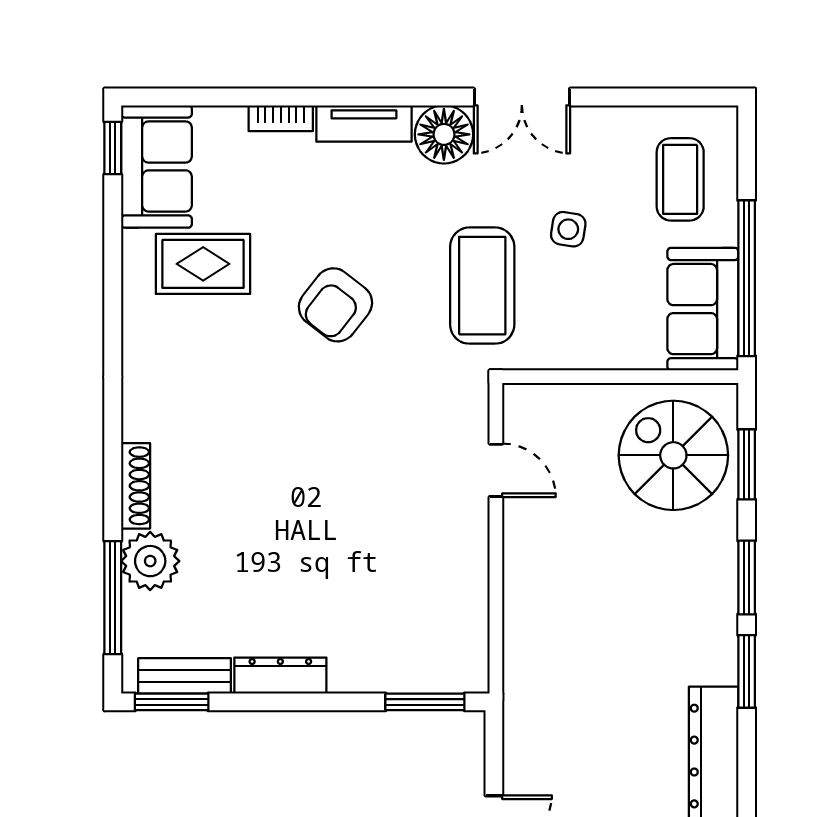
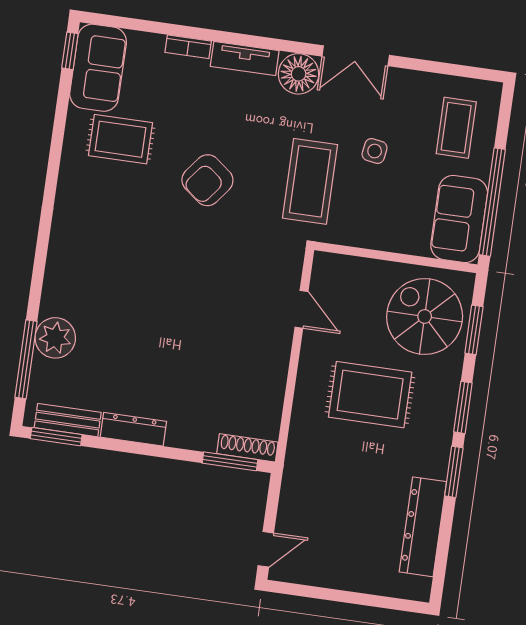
shoe rack: (136, 486) -> (247, 448), moved, turned -90
rug: (611, 578) -> (370, 395), added

